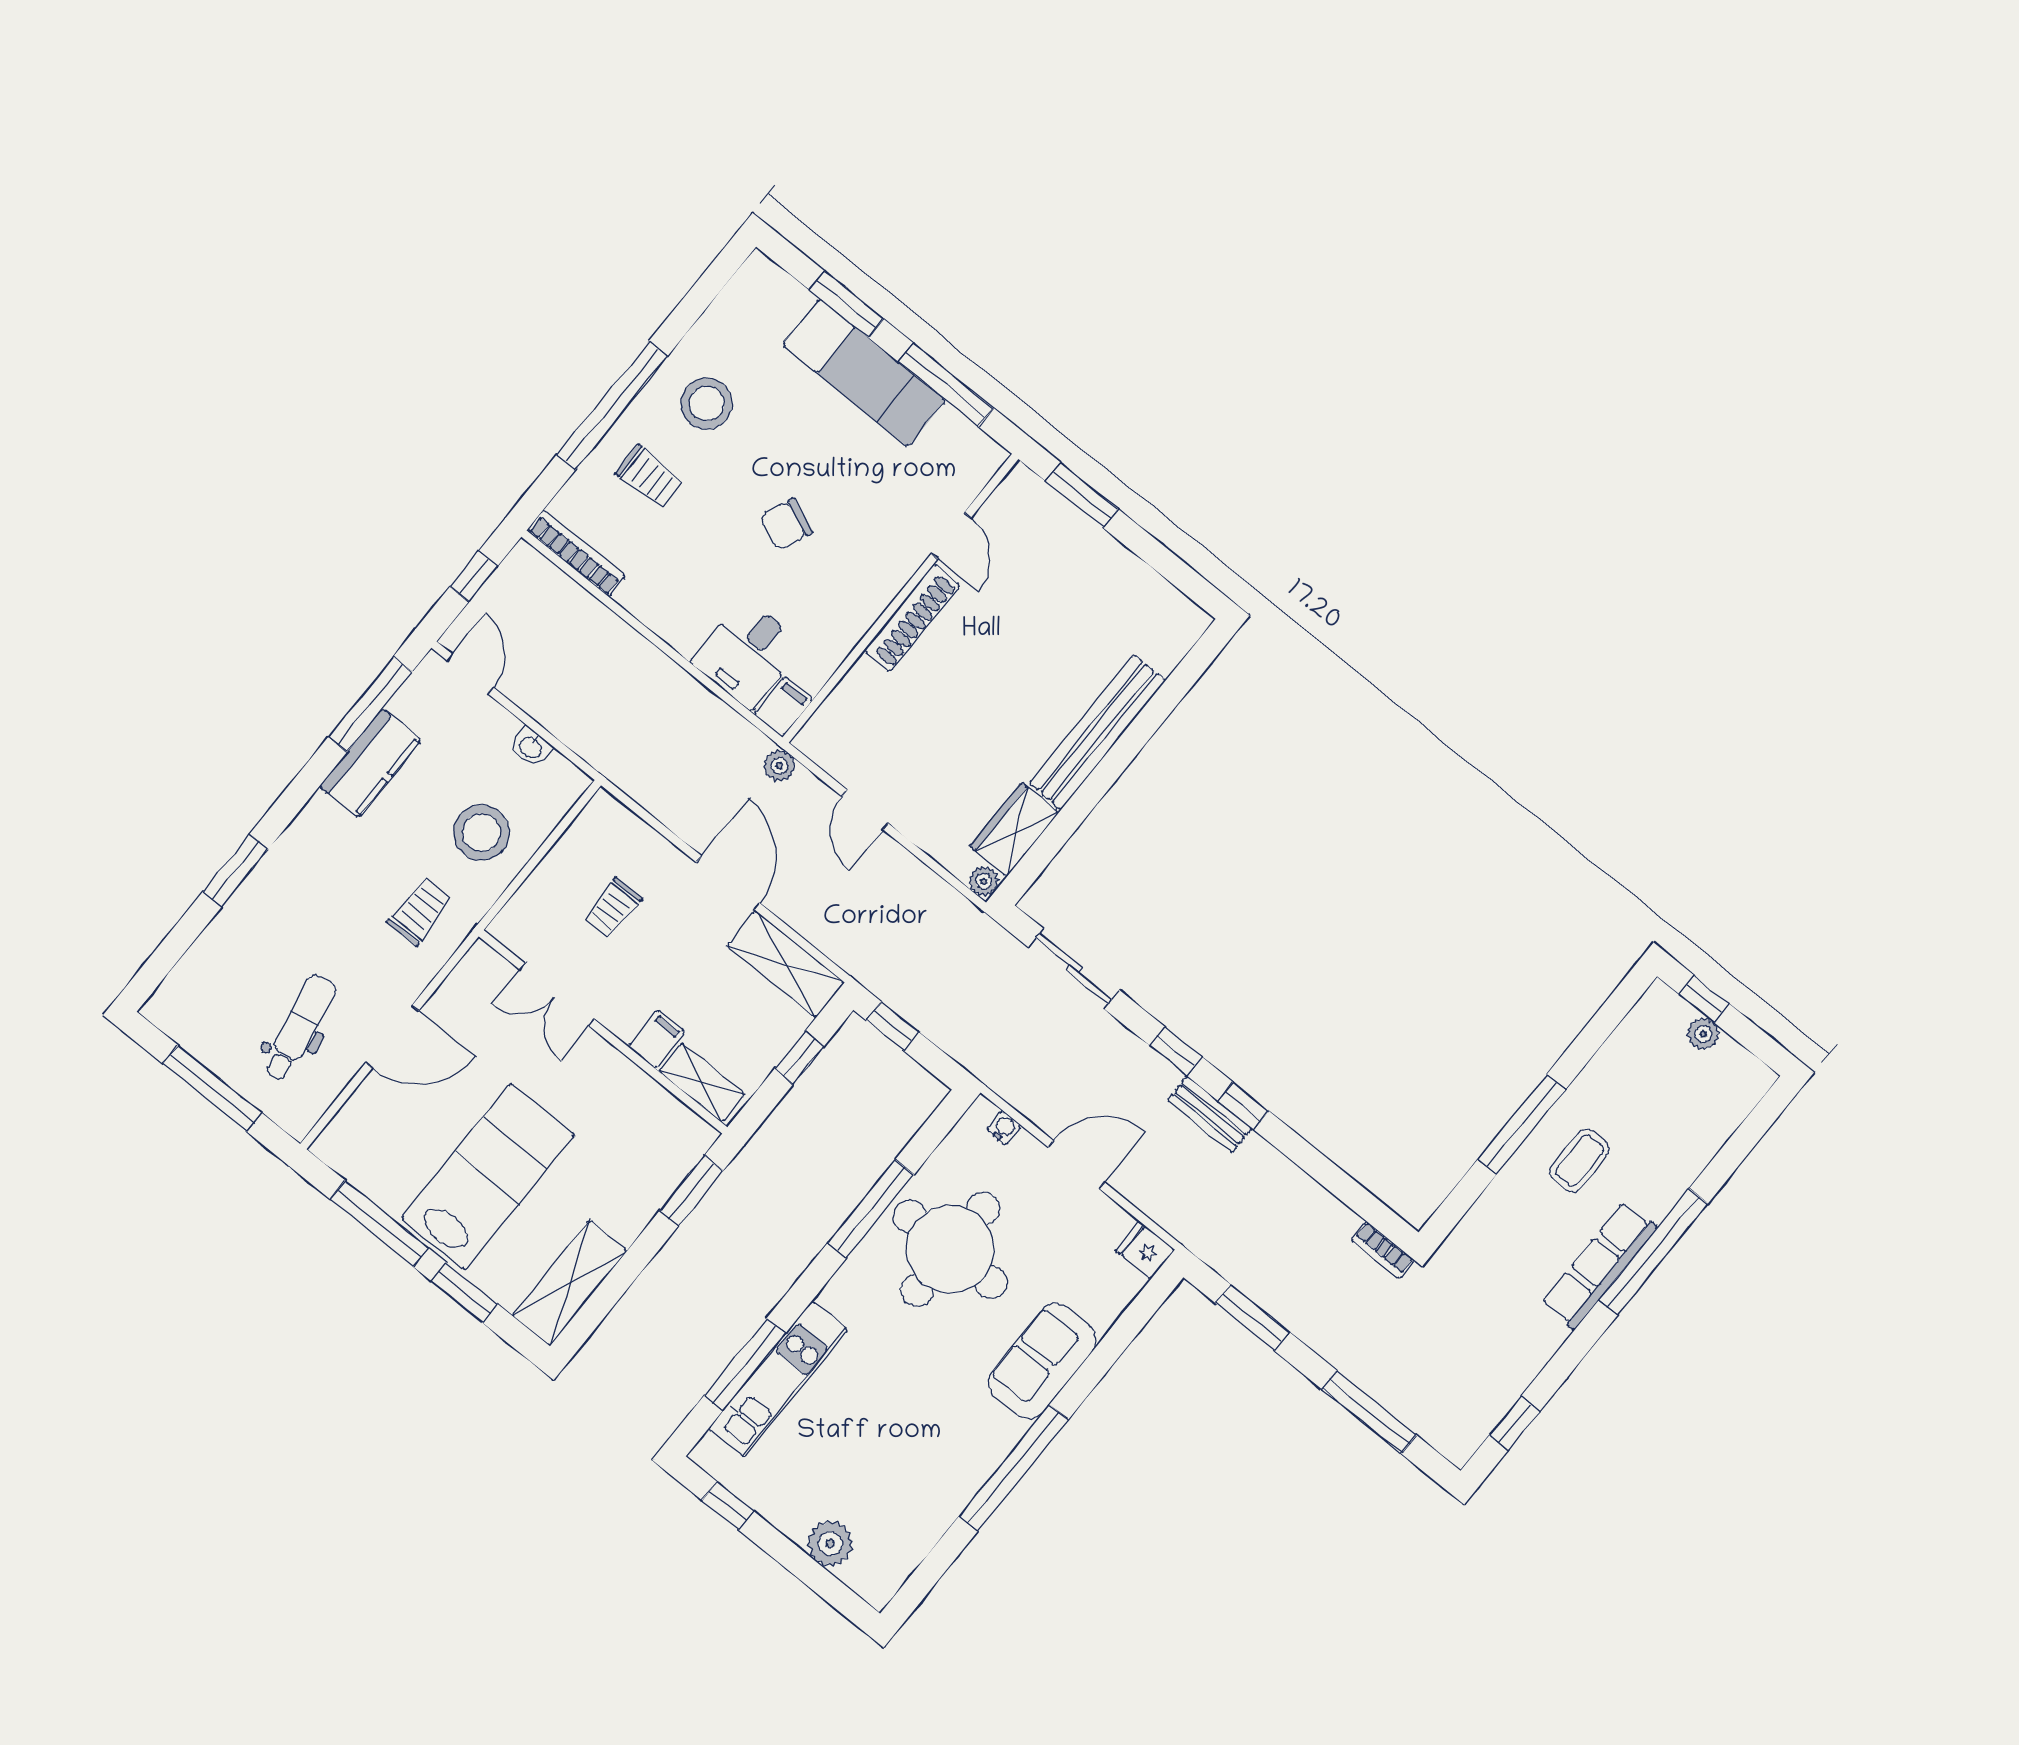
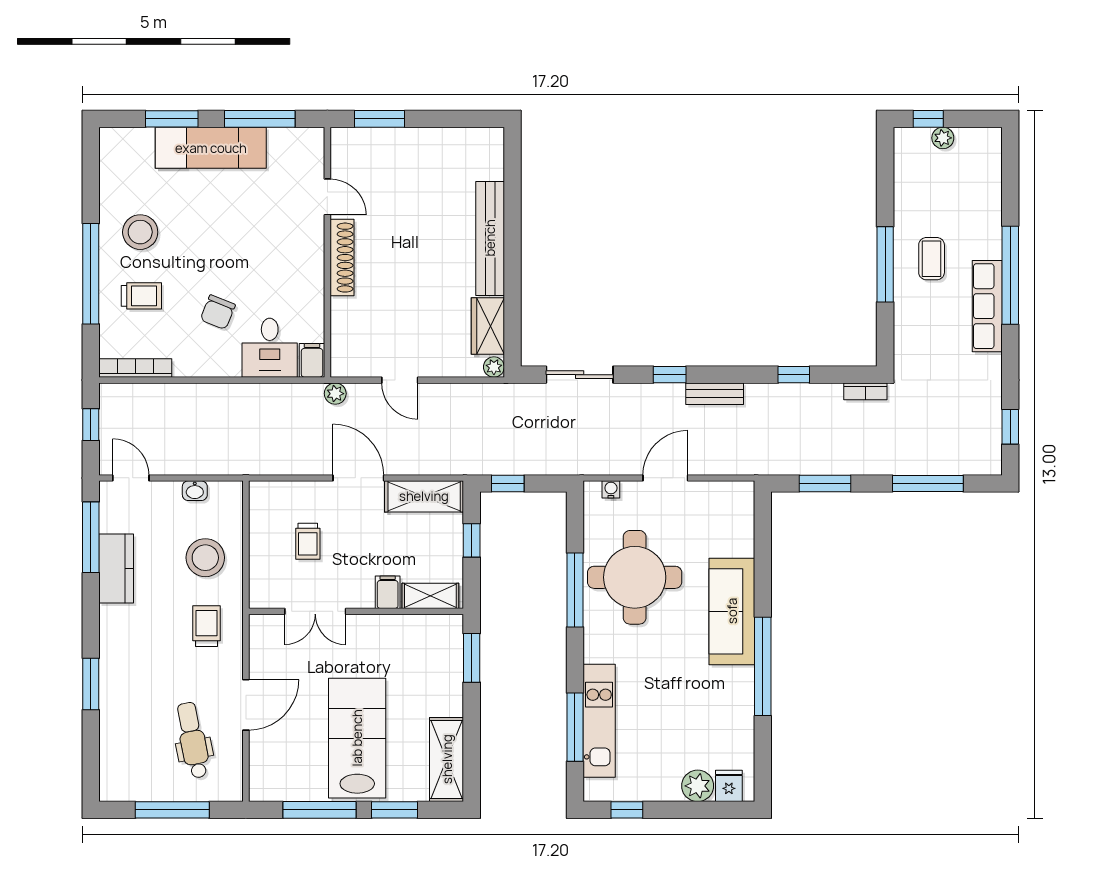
chair: (786, 525) -> (218, 312), moved
window: (1243, 1106) -> (794, 375), moved
fridge: (1145, 1250) -> (729, 786), moved, turned 90
sofa: (1042, 1361) -> (732, 611), width x1.36

